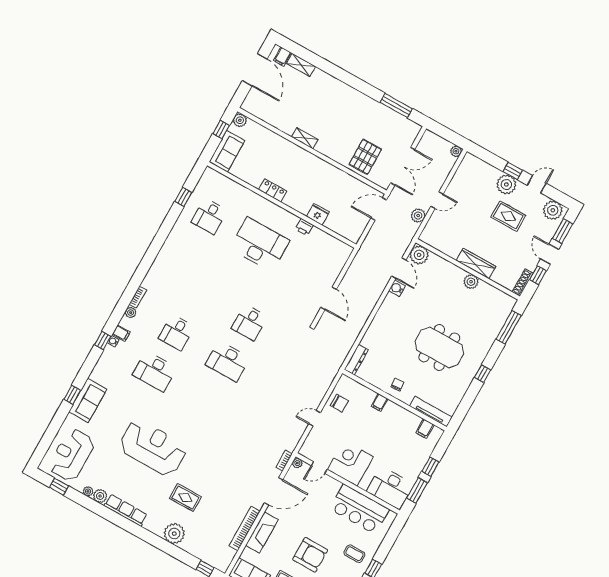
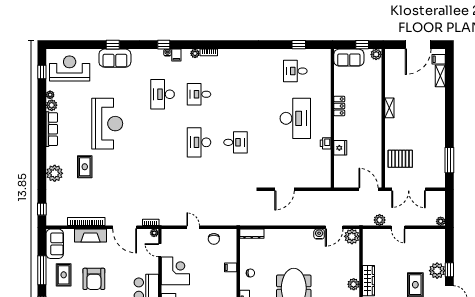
desk: (249, 323) -> (235, 142), turned 180

